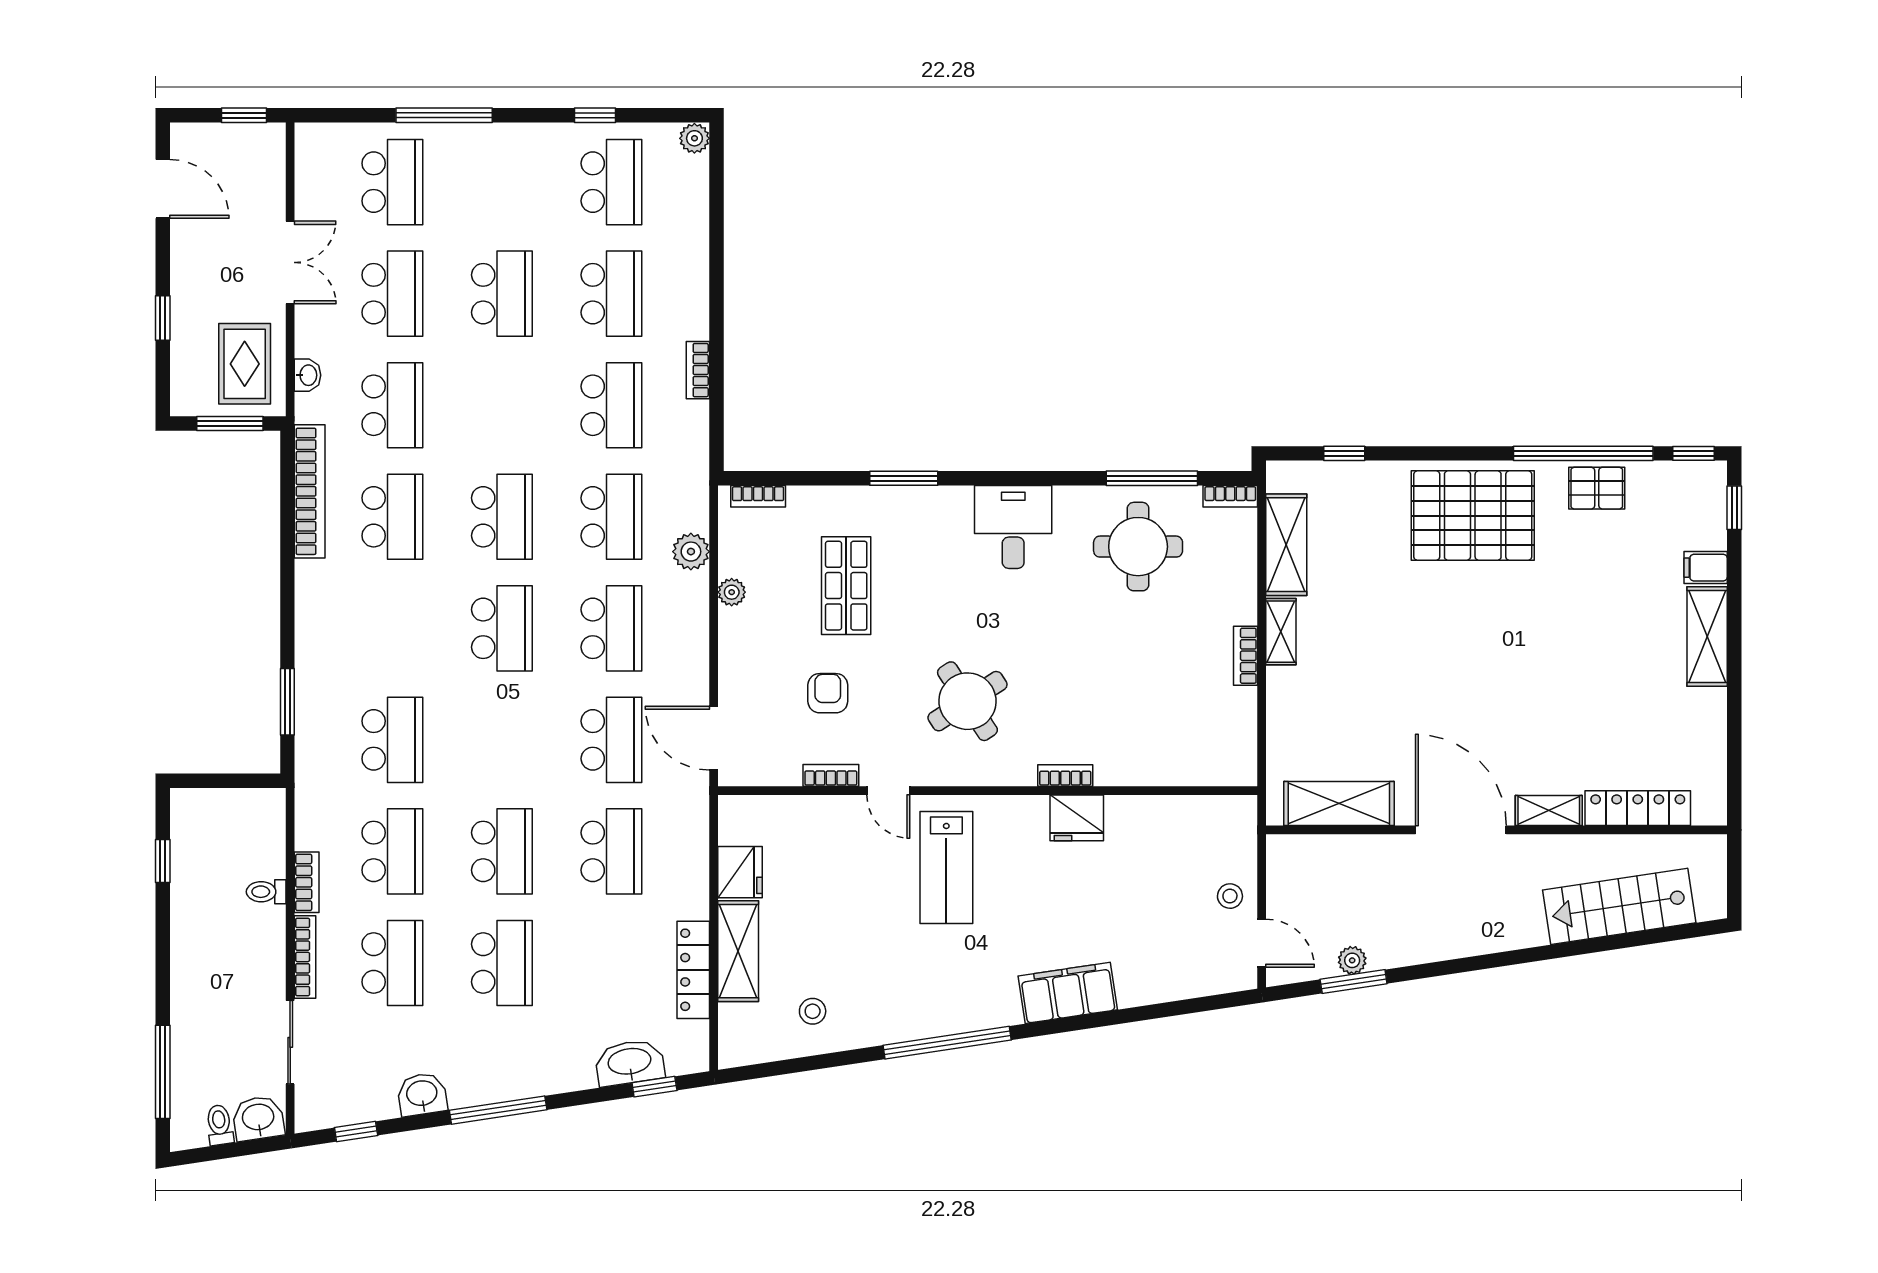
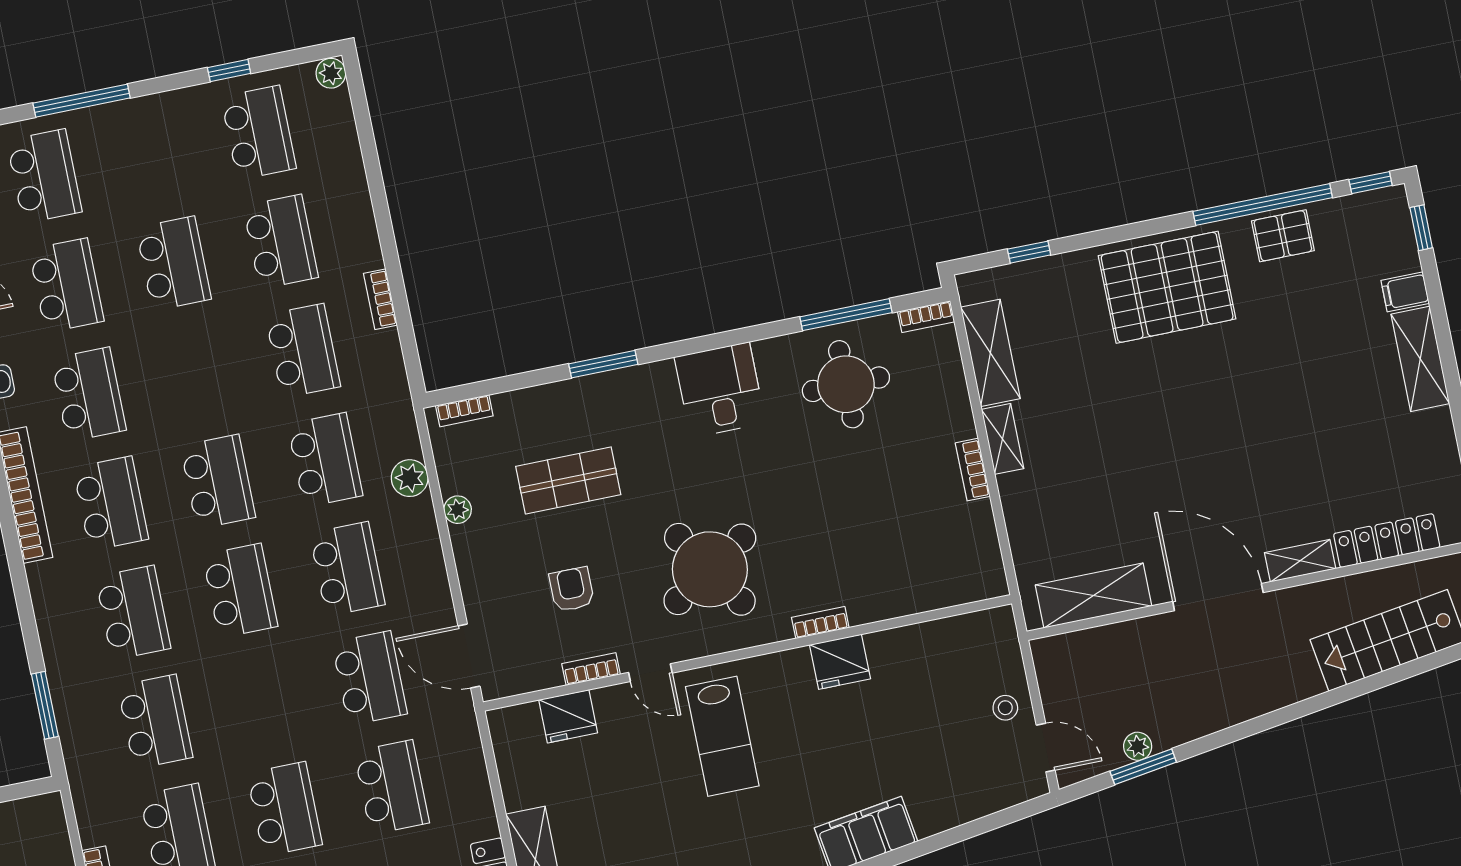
shop shelf: (846, 586) -> (568, 480), turned 90
school desk: (392, 628) -> (133, 613), added
round table: (967, 701) -> (710, 569), width x1.36, depth x1.36
fridge: (740, 872) -> (568, 716), moved, turned 90

